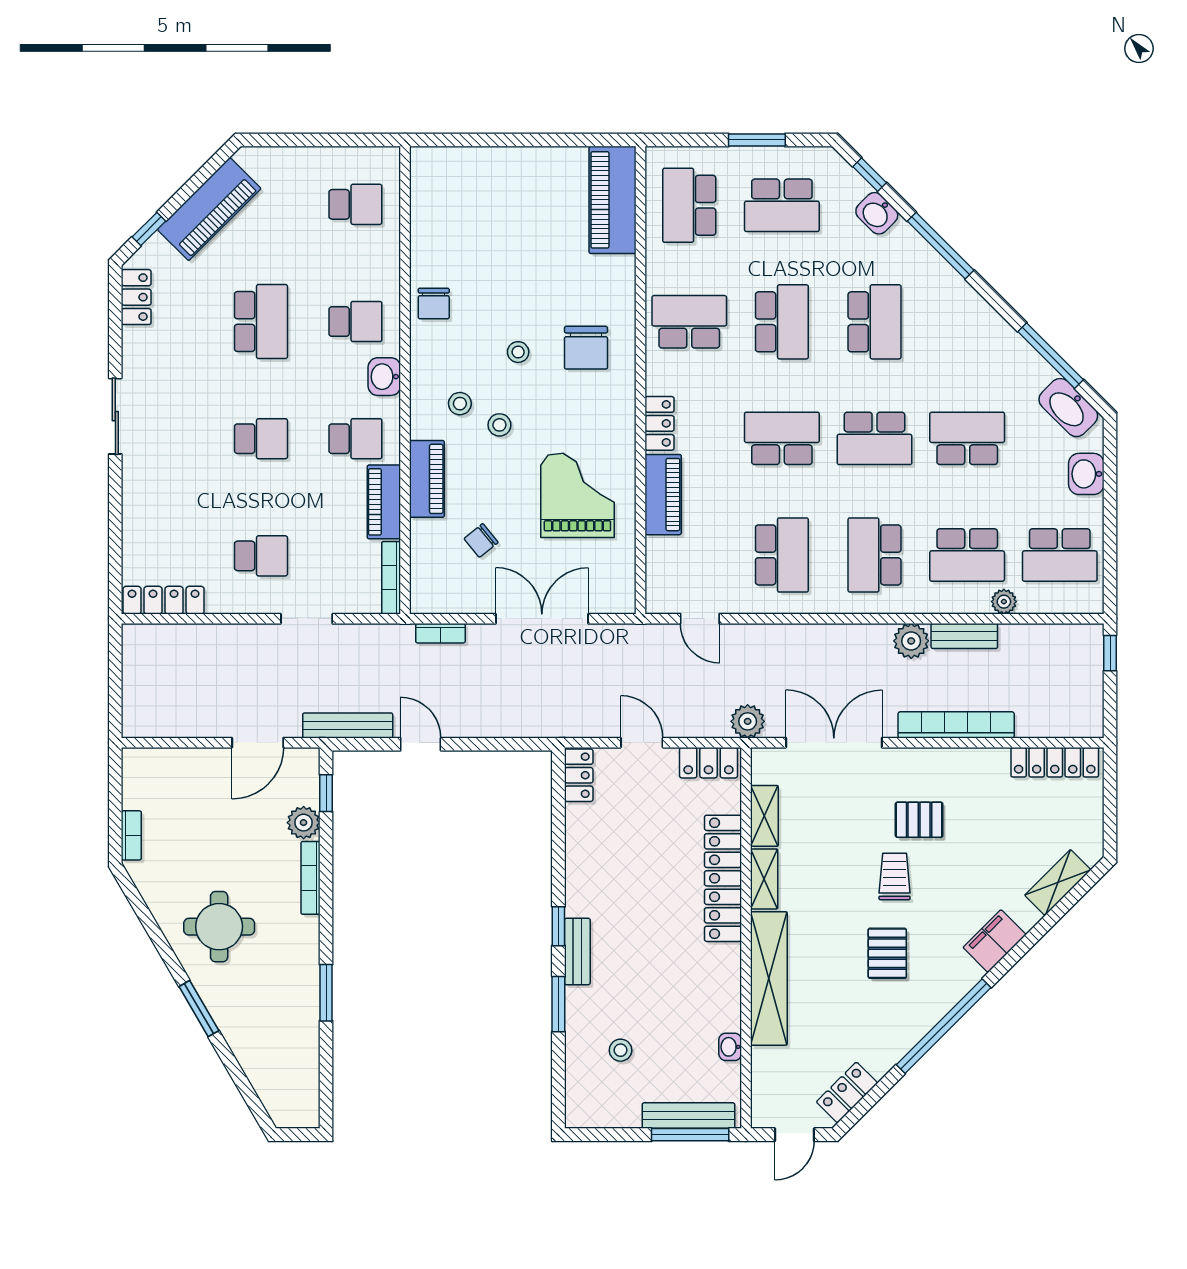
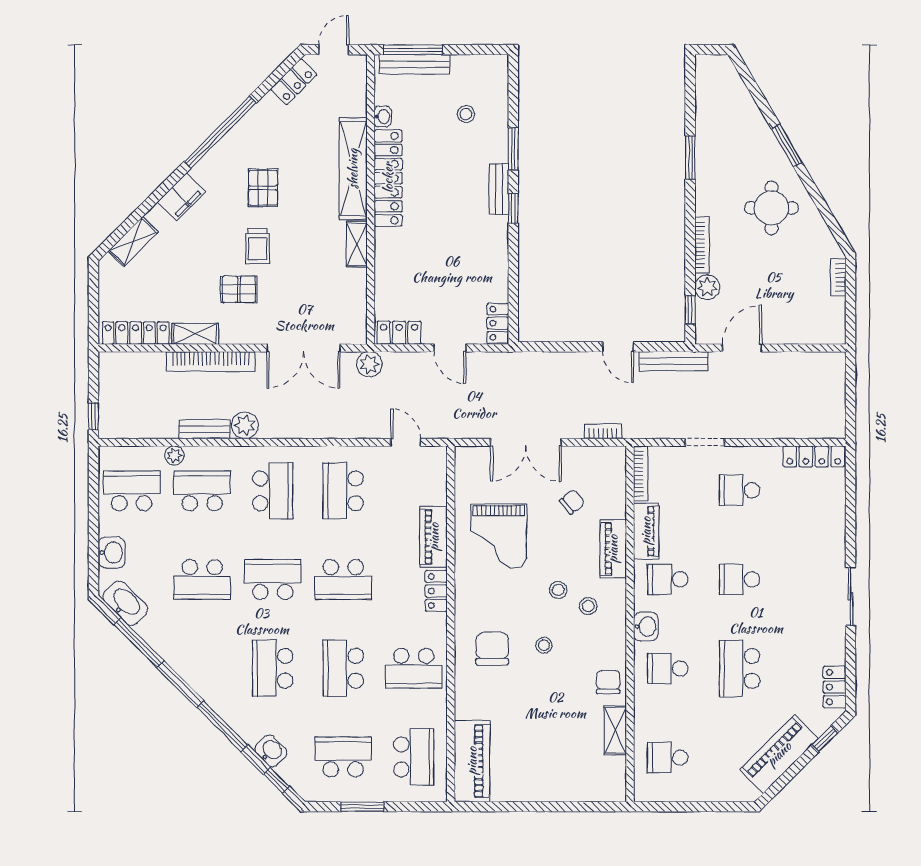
shelving: (424, 240) -> (615, 730), added
shelving: (764, 816) -> (195, 334), moved, turned 90
locker: (723, 878) -> (388, 178), moved

